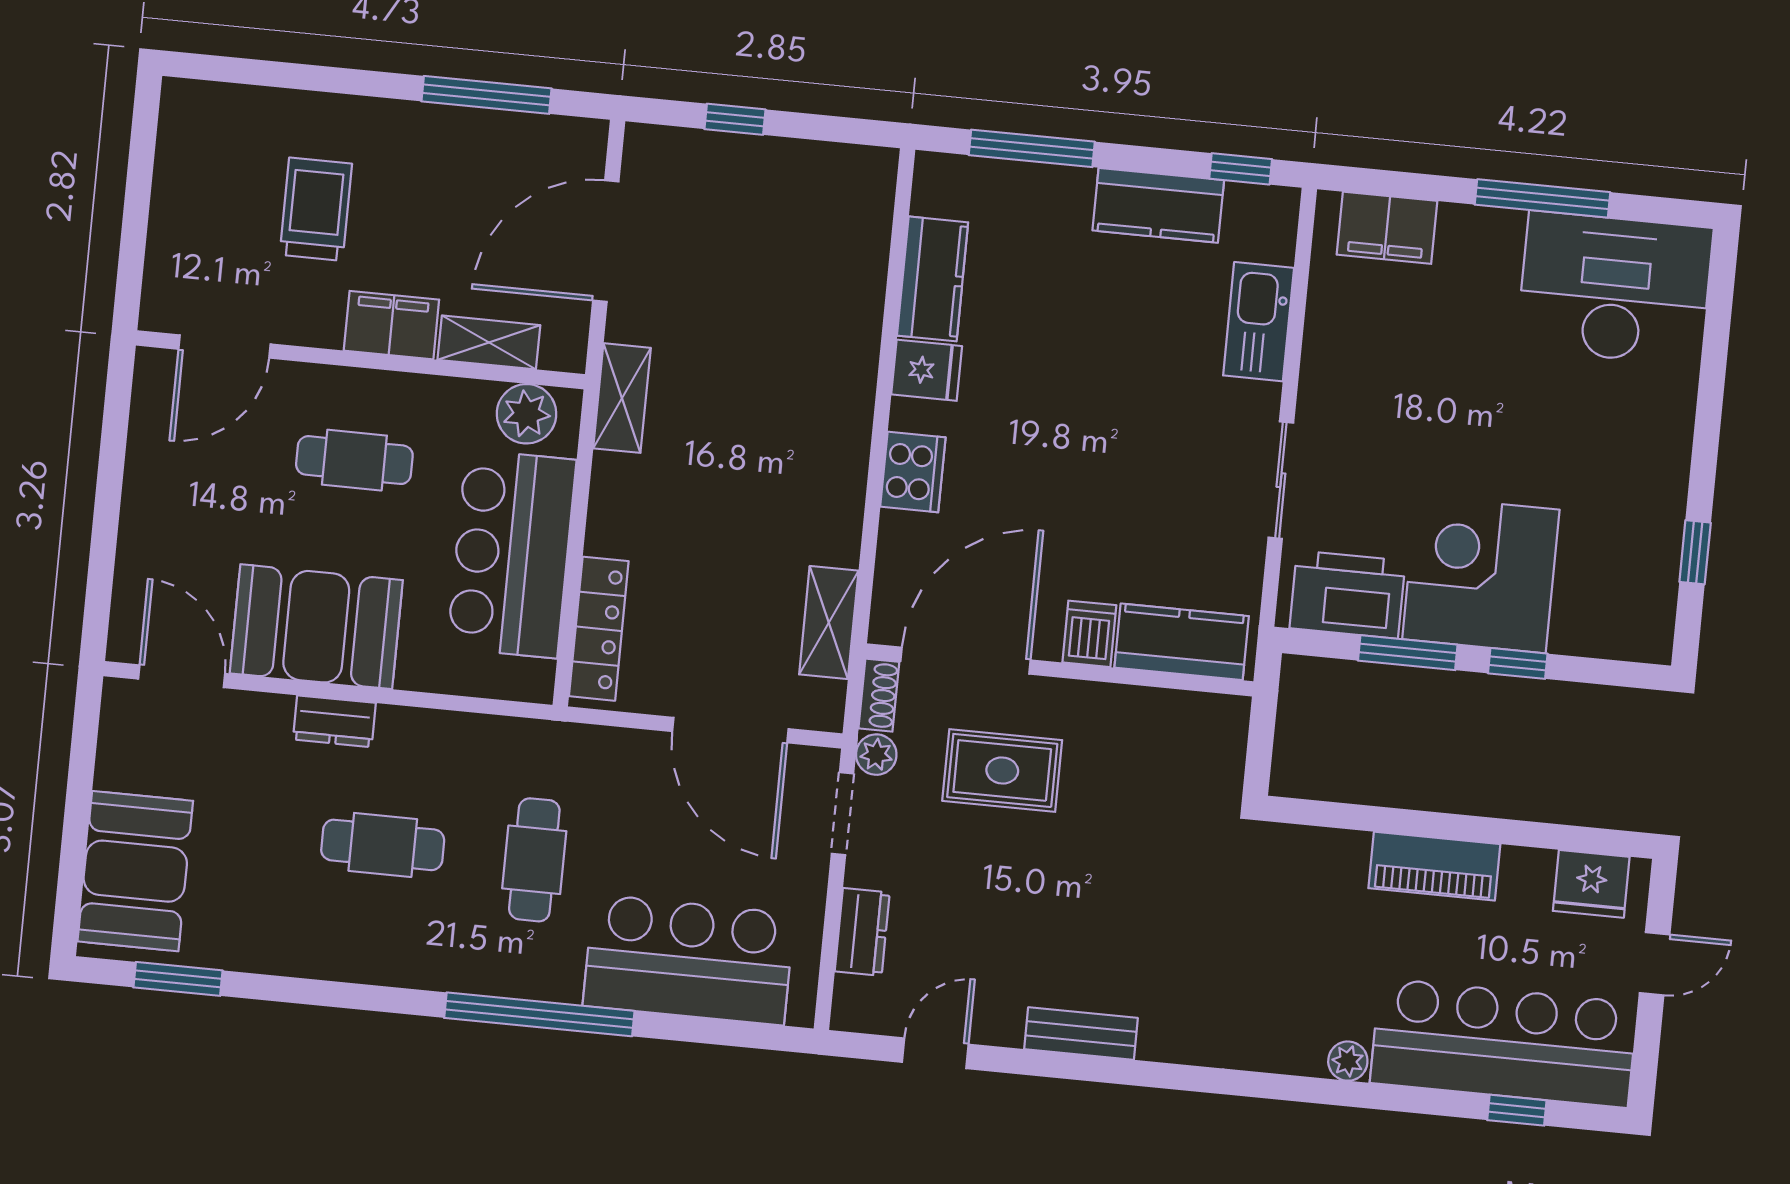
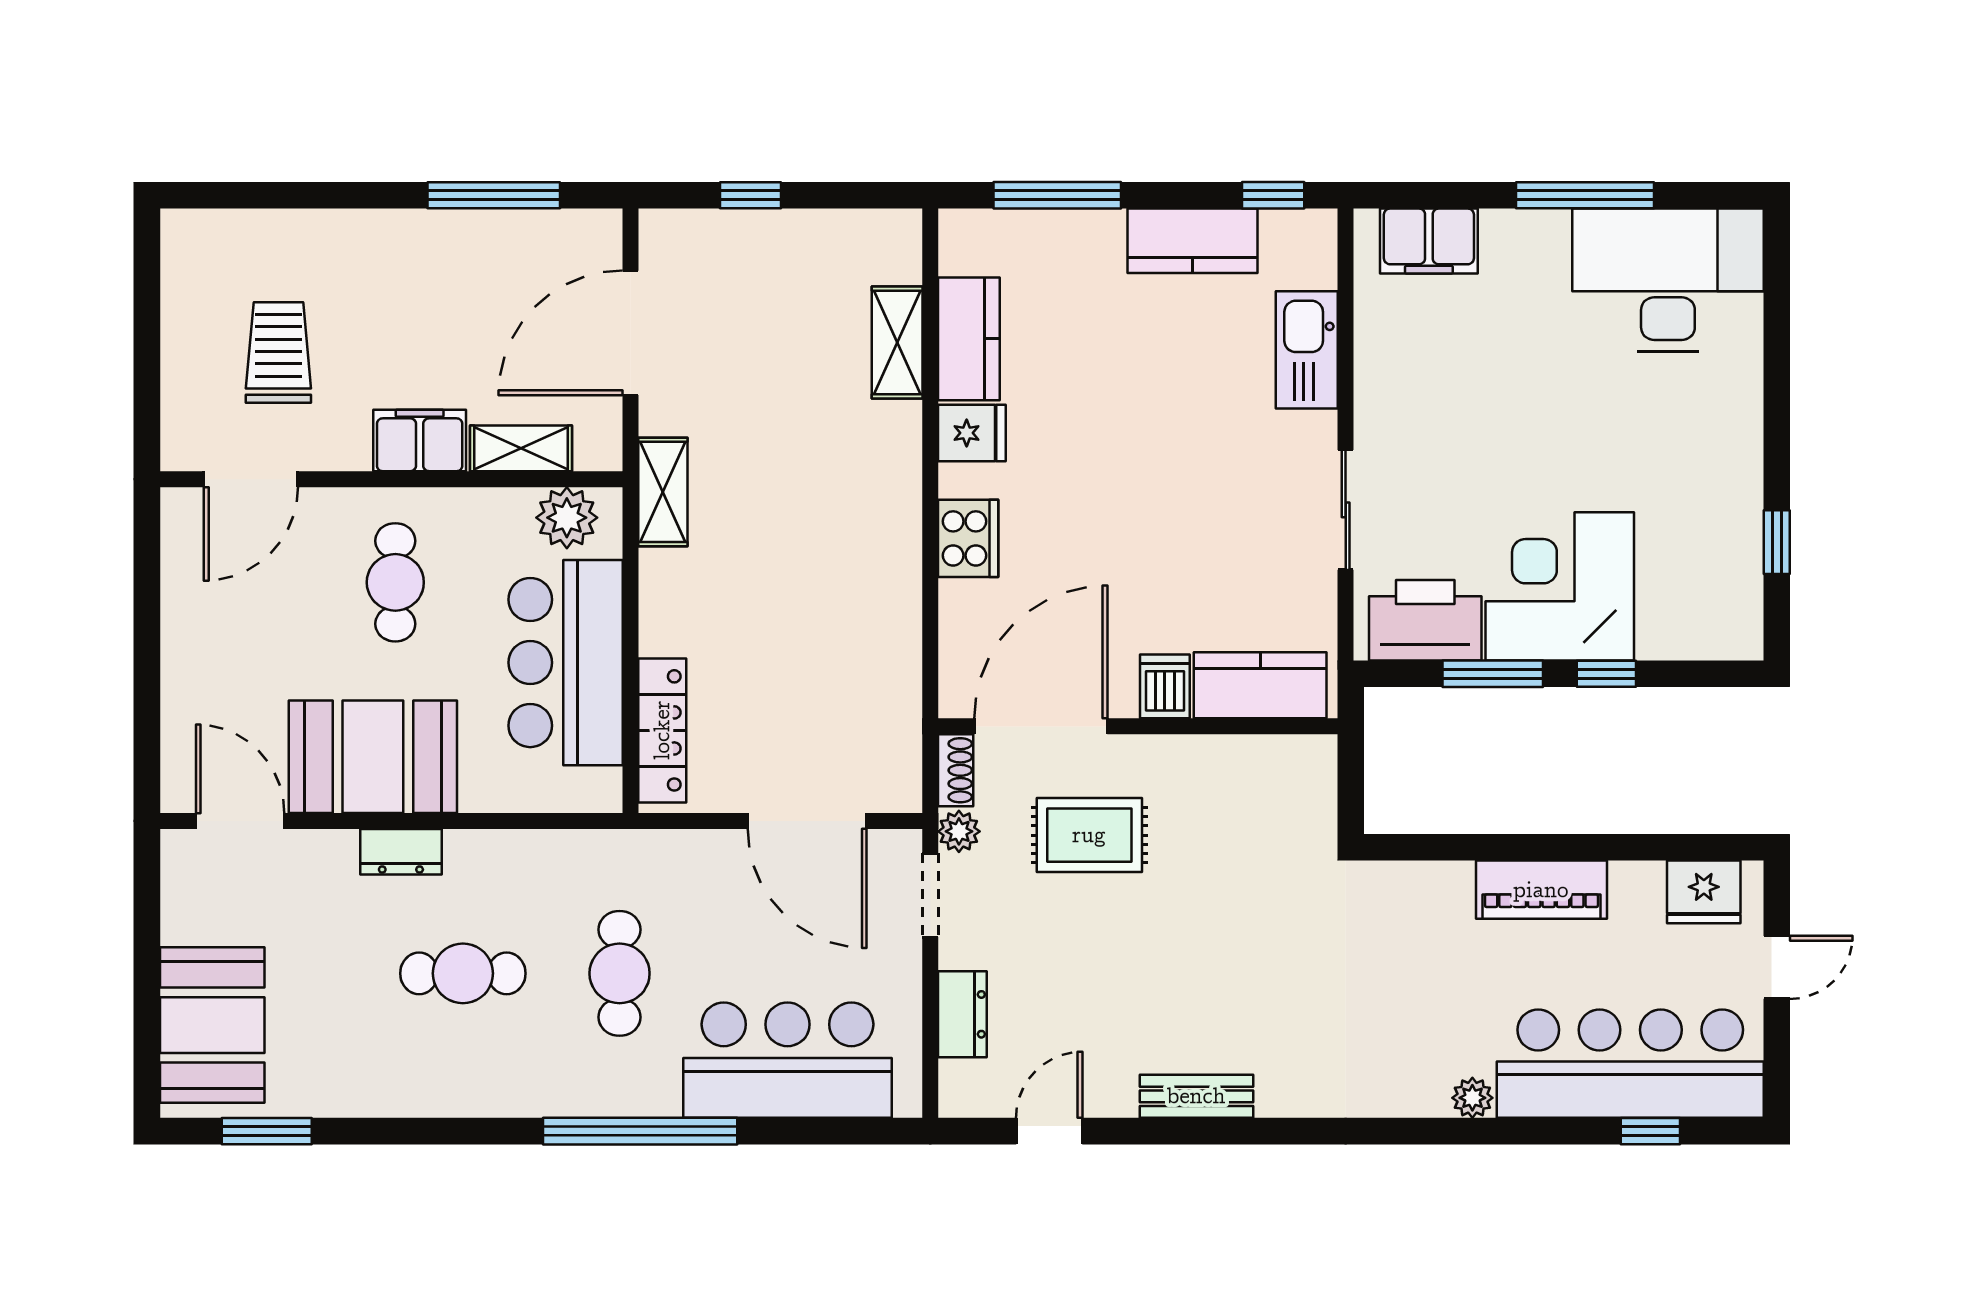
trolley: (316, 209) -> (278, 352), moved
cafe table: (354, 460) -> (395, 582), turned 90
shelving: (829, 623) -> (897, 343), moved

